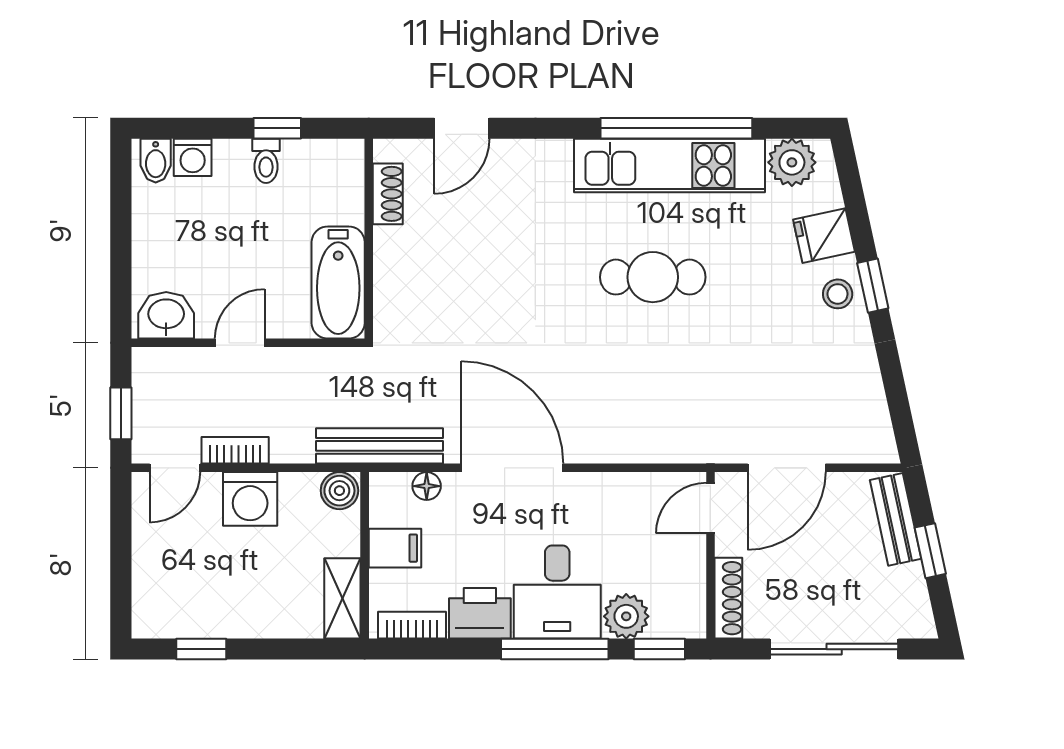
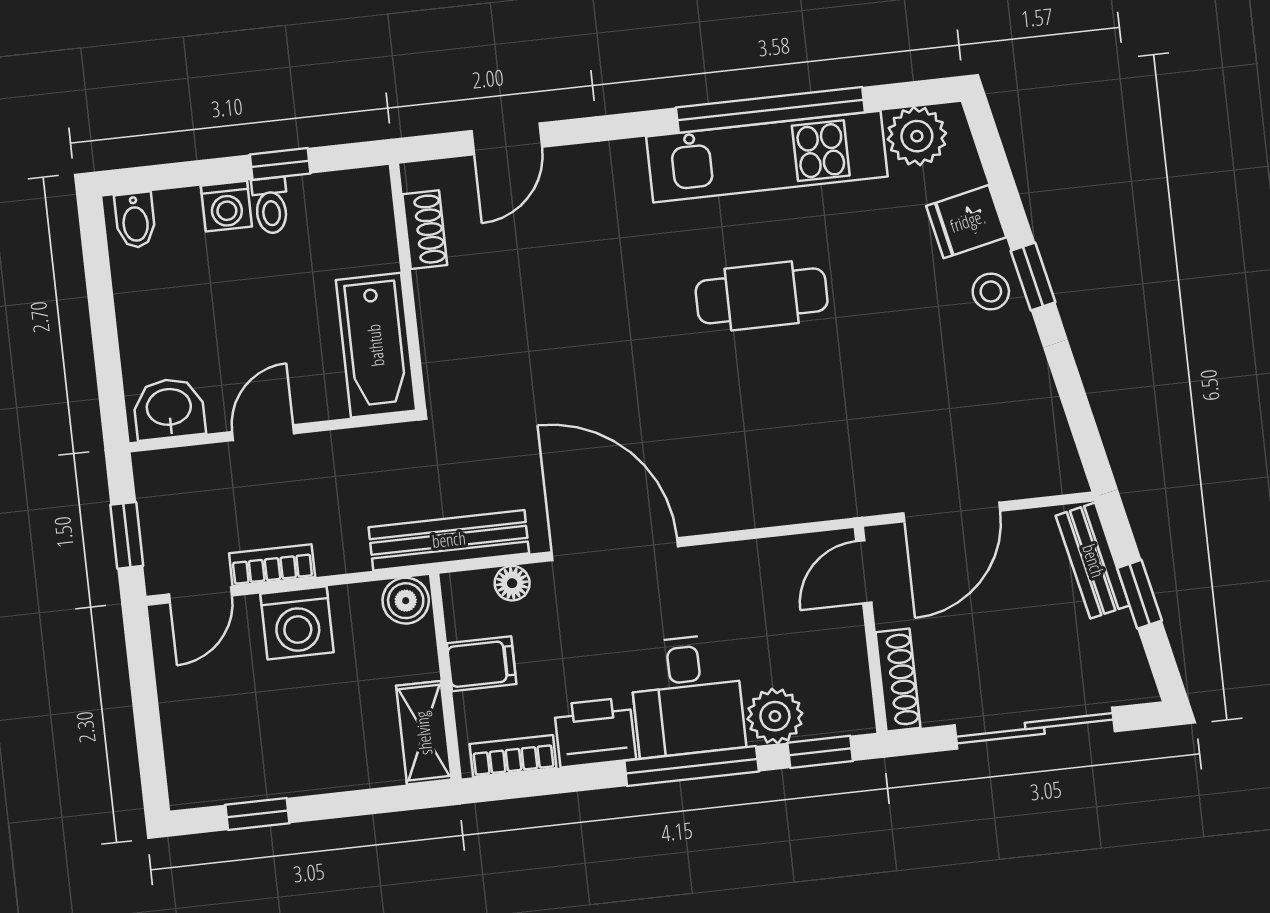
washing machine: (193, 157) -> (226, 206), moved

